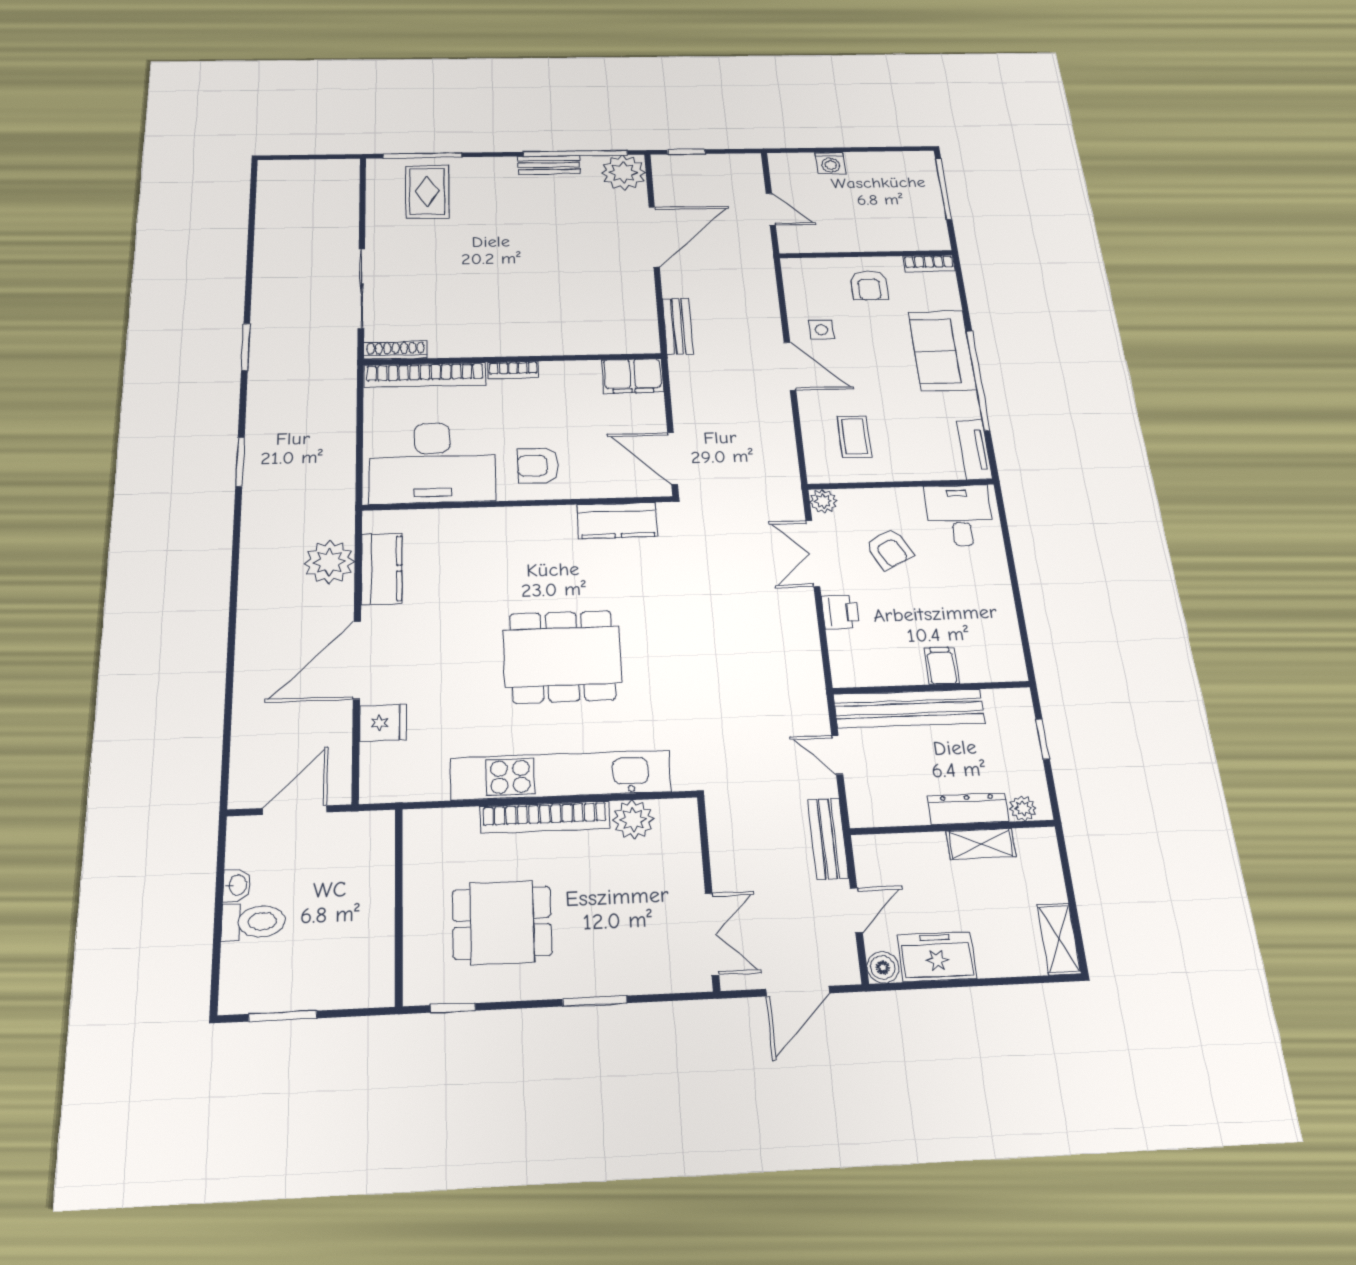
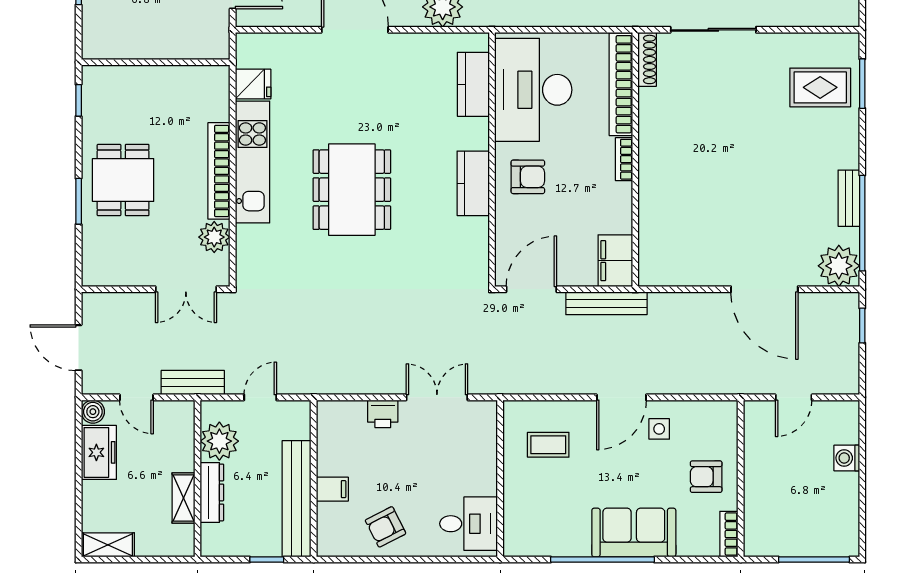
window: (423, 155) -> (862, 84), width x0.69
bench: (678, 326) -> (606, 303), moved, width x1.36
tv unit: (974, 450) -> (532, 546), removed
armchair: (538, 466) -> (528, 177), turned 90
plant: (823, 501) -> (486, 411), removed
kitchen counter: (617, 520) -> (473, 183), moved
armchair: (889, 549) -> (386, 527), moved
kitchen counter: (382, 569) -> (473, 84), moved, turned 90
bench: (909, 709) -> (297, 499), moved
fridge: (383, 723) -> (253, 84), moved, turned -90
kitchen unit: (561, 775) -> (252, 162), width x0.73
plant: (1023, 808) -> (219, 441), moved, width x1.87, depth x1.87
dining table: (502, 923) -> (123, 180), moved
double door: (712, 934) -> (186, 289), moved

